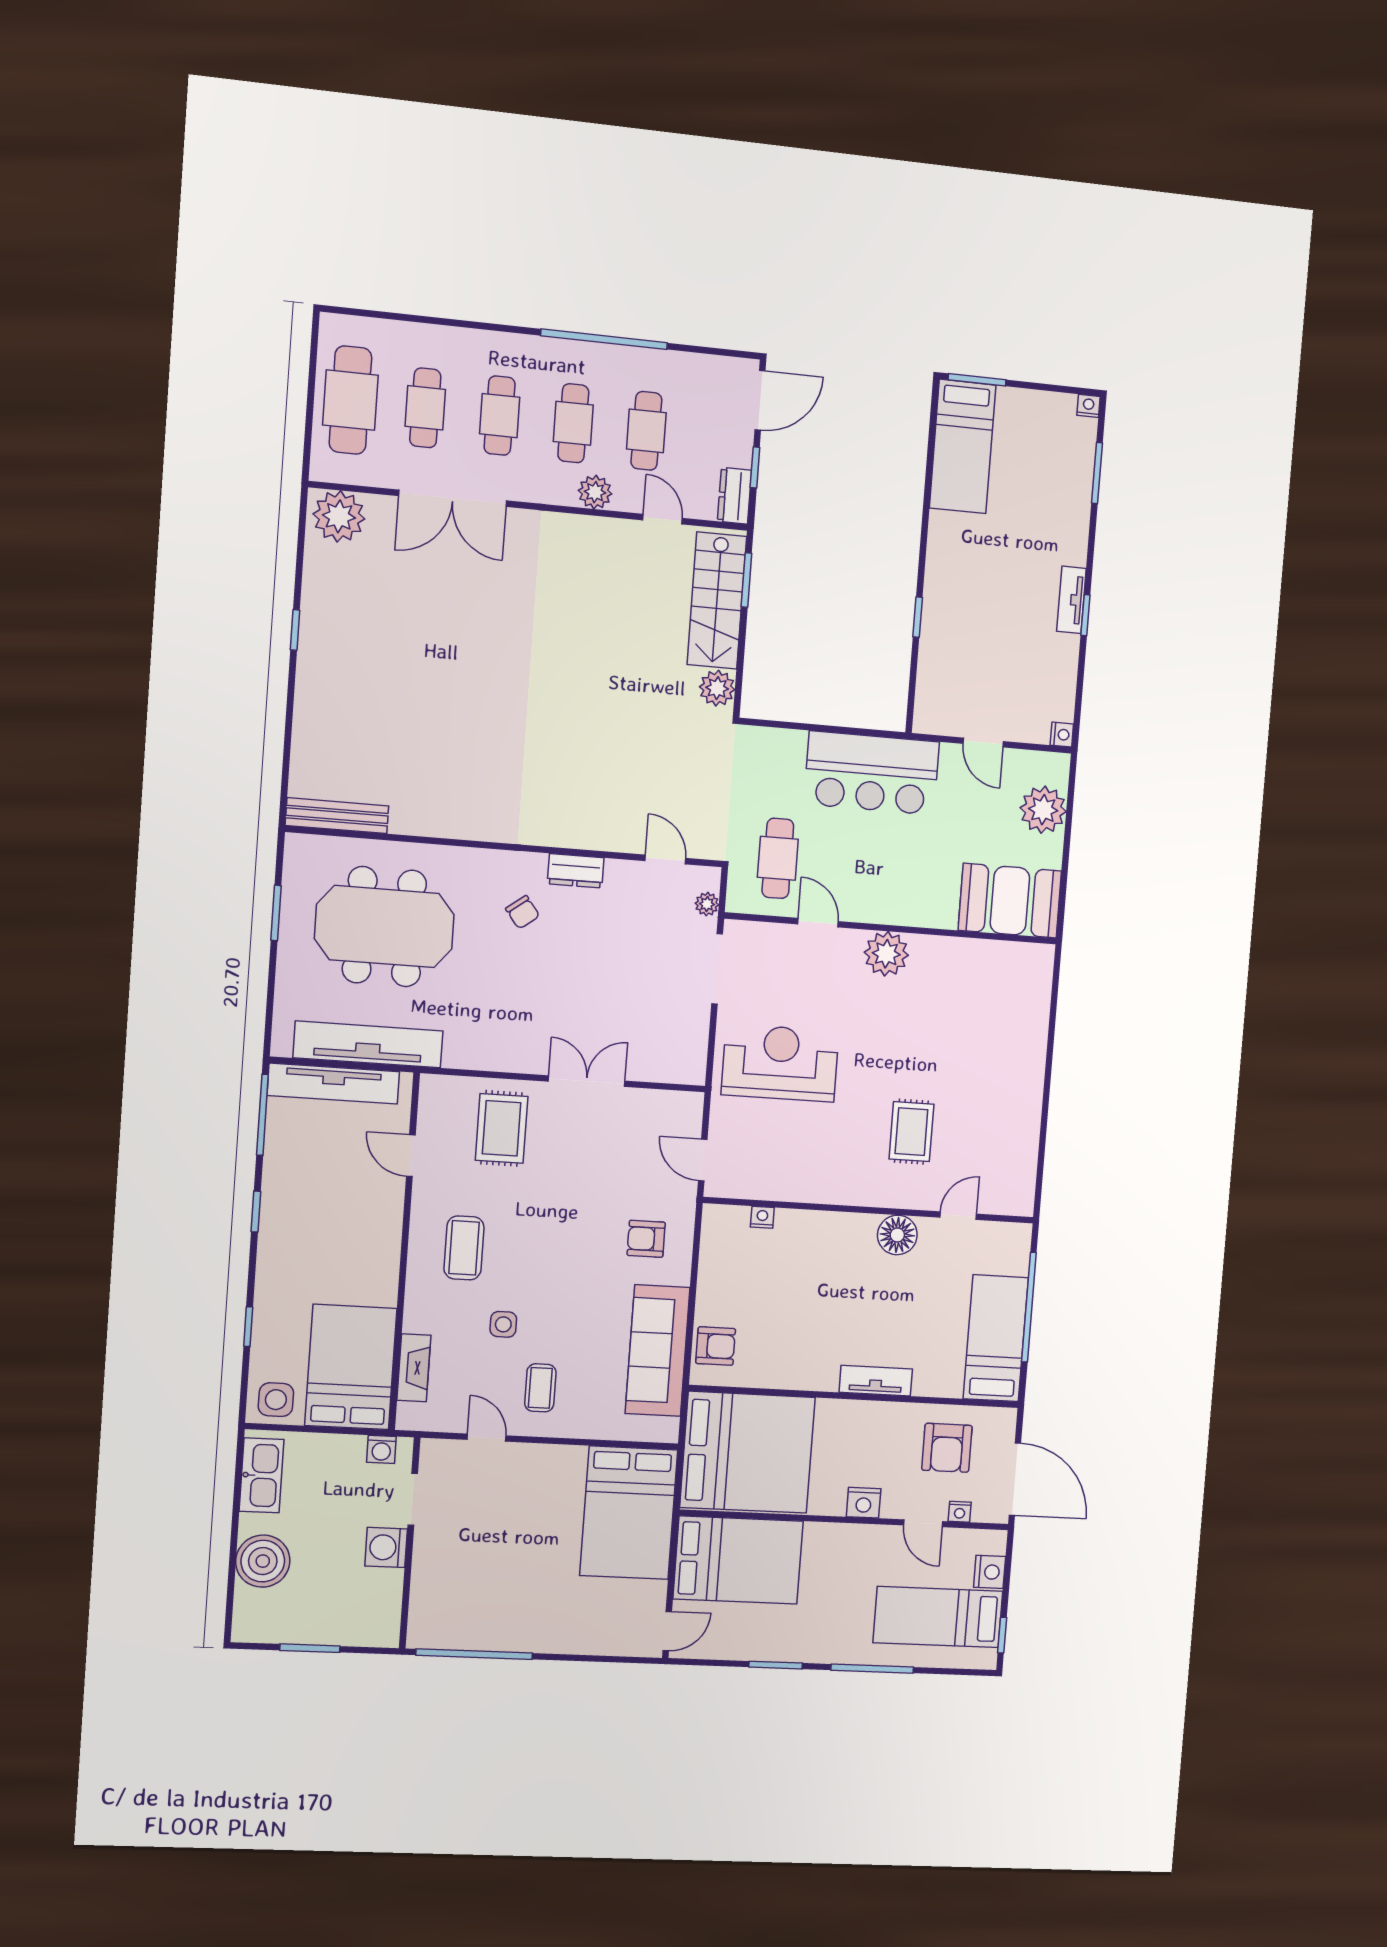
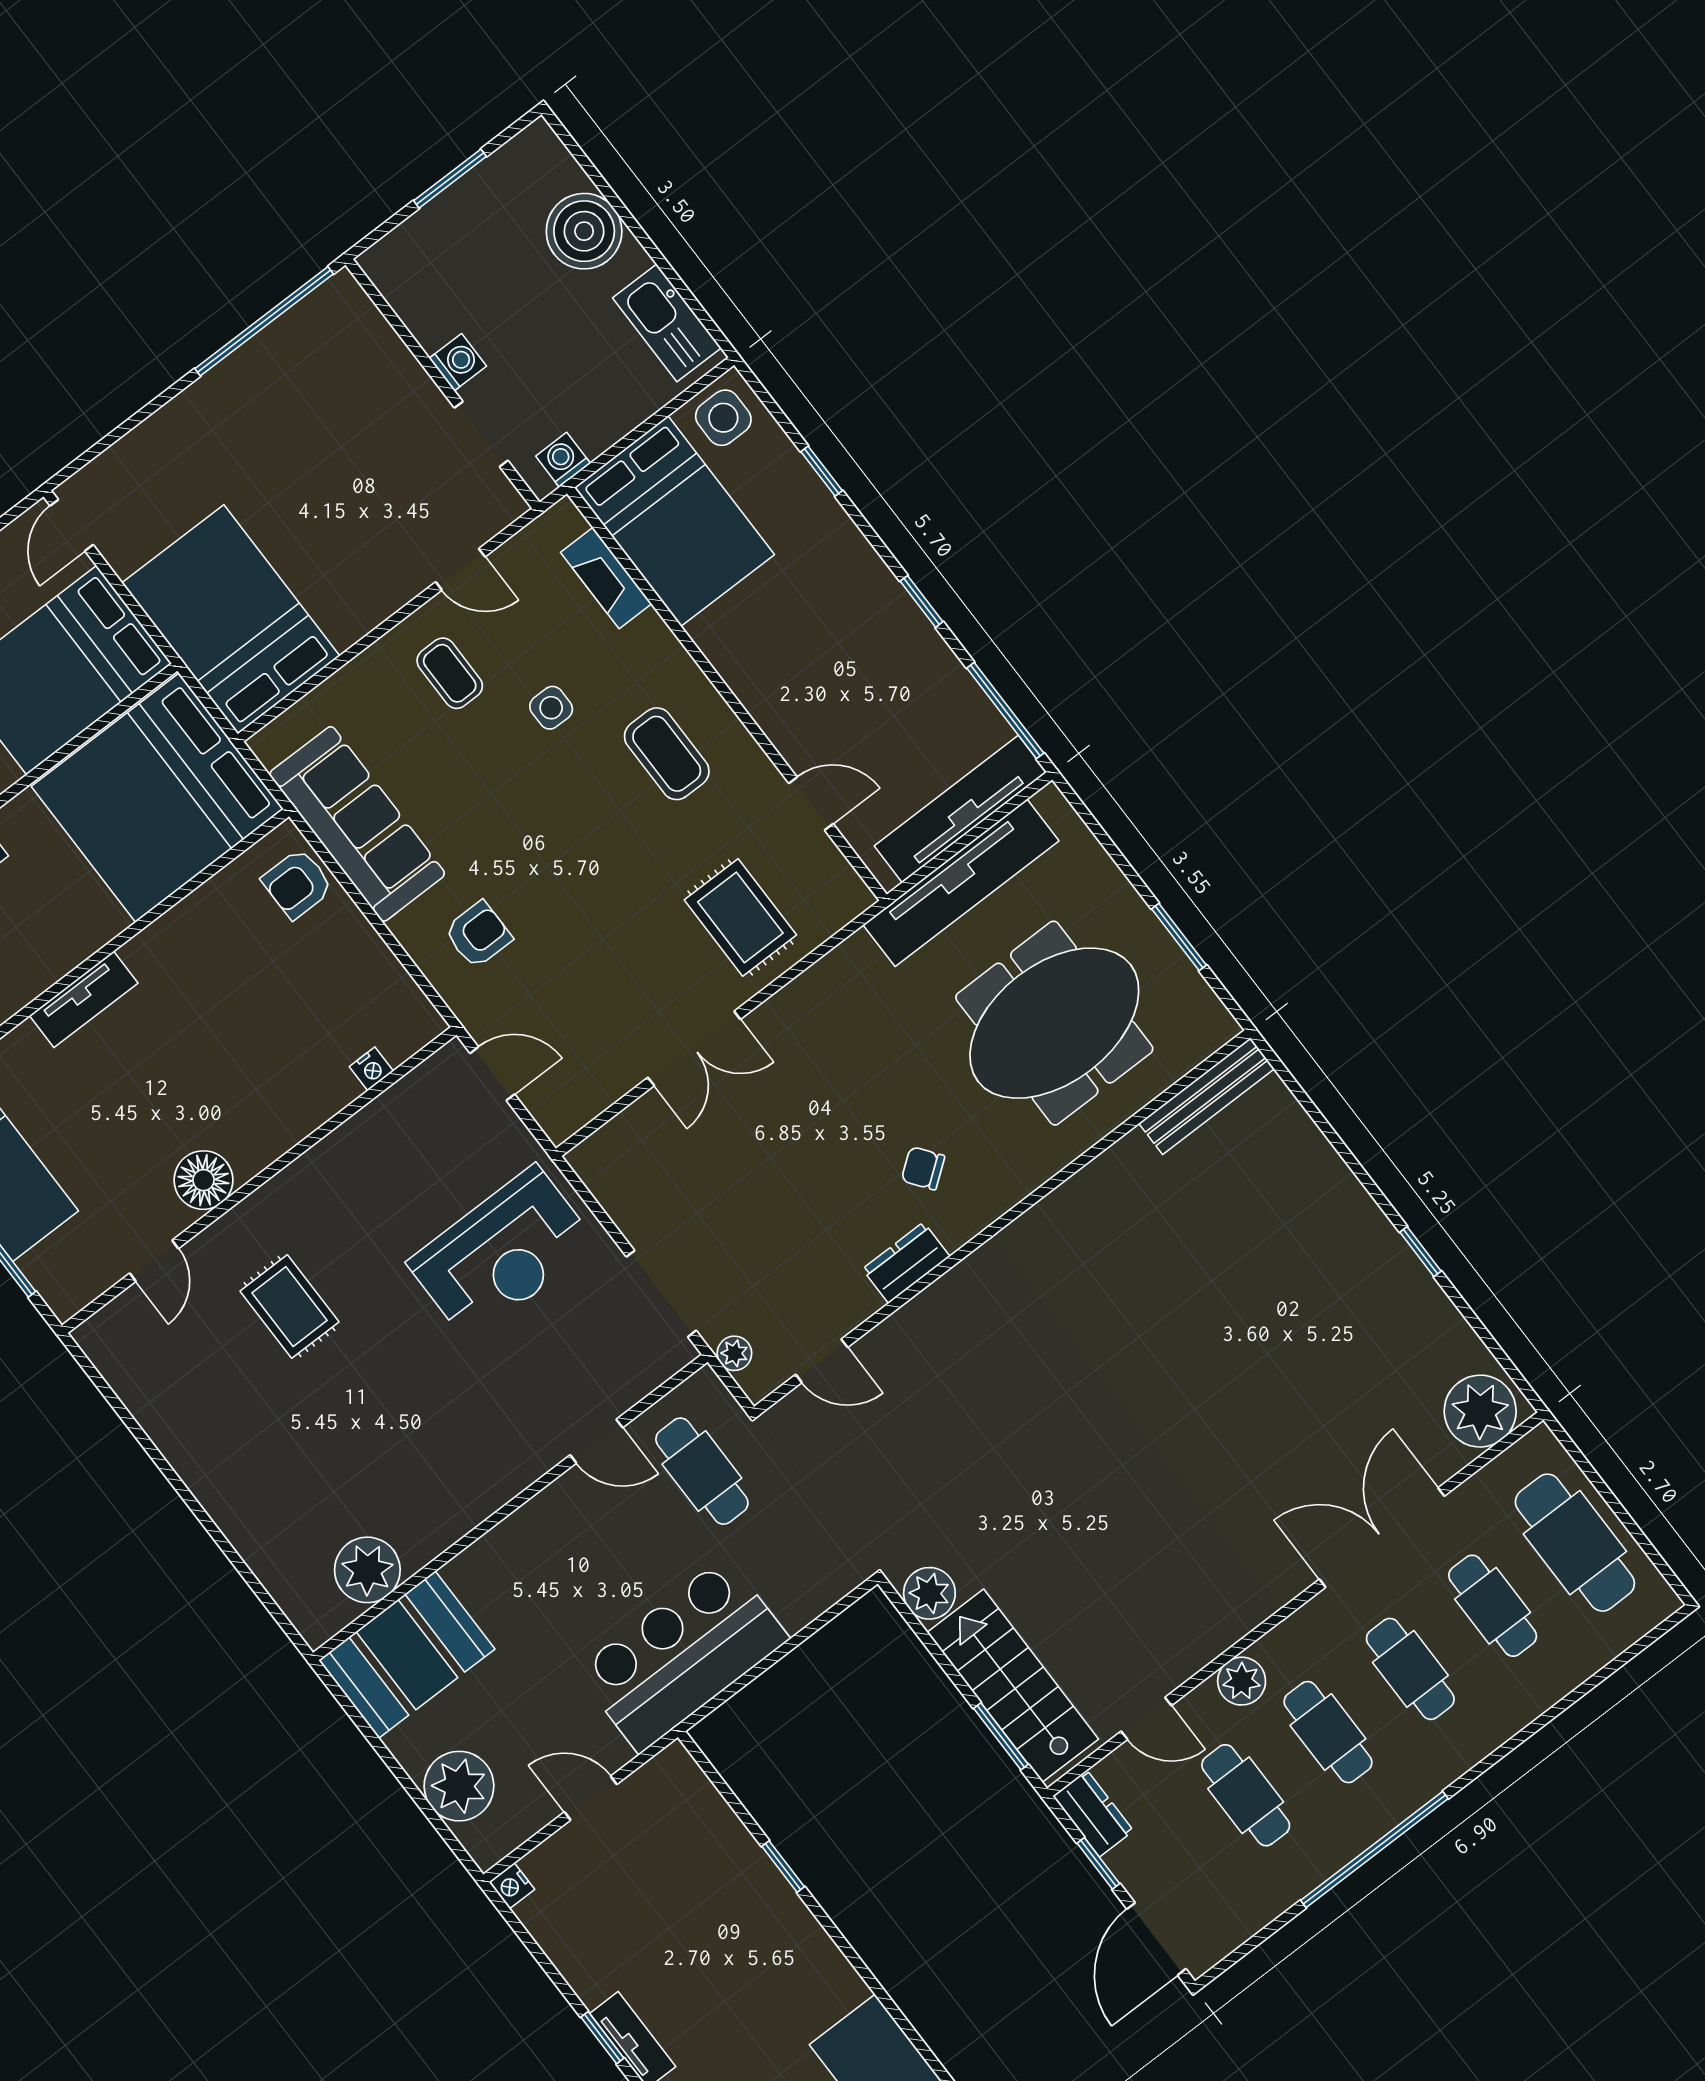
plant: (886, 954) -> (367, 1570), moved
washing machine: (386, 1547) -> (458, 362), width x0.73, depth x0.73

